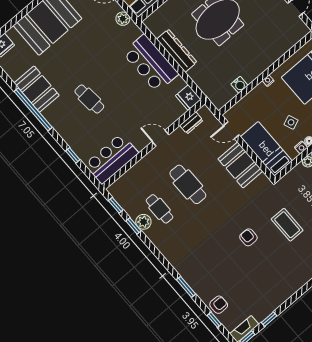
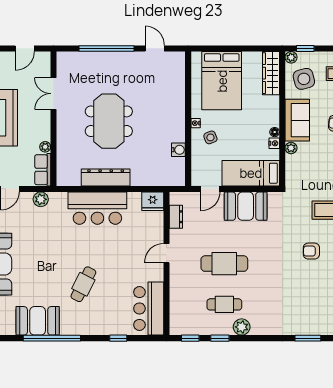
cafe table: (89, 99) -> (83, 284), turned -58
side table: (291, 122) -> (210, 137), moved
plant: (143, 222) -> (242, 327), moved

